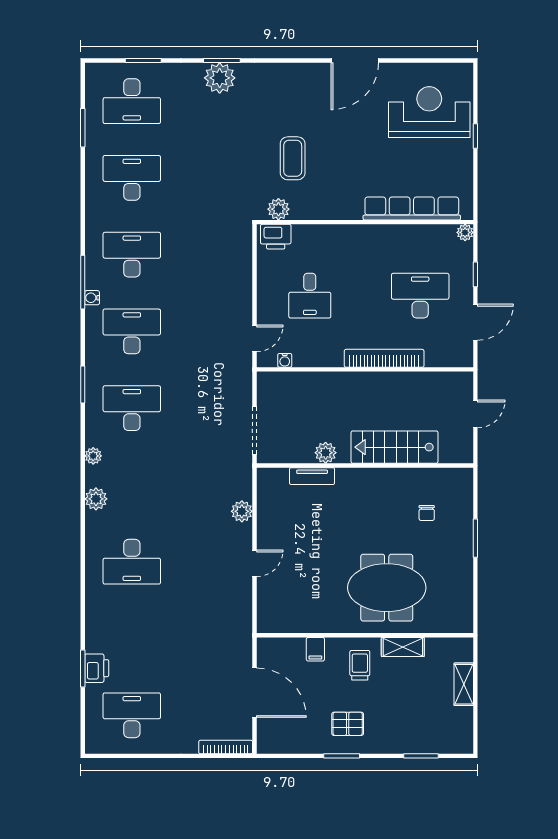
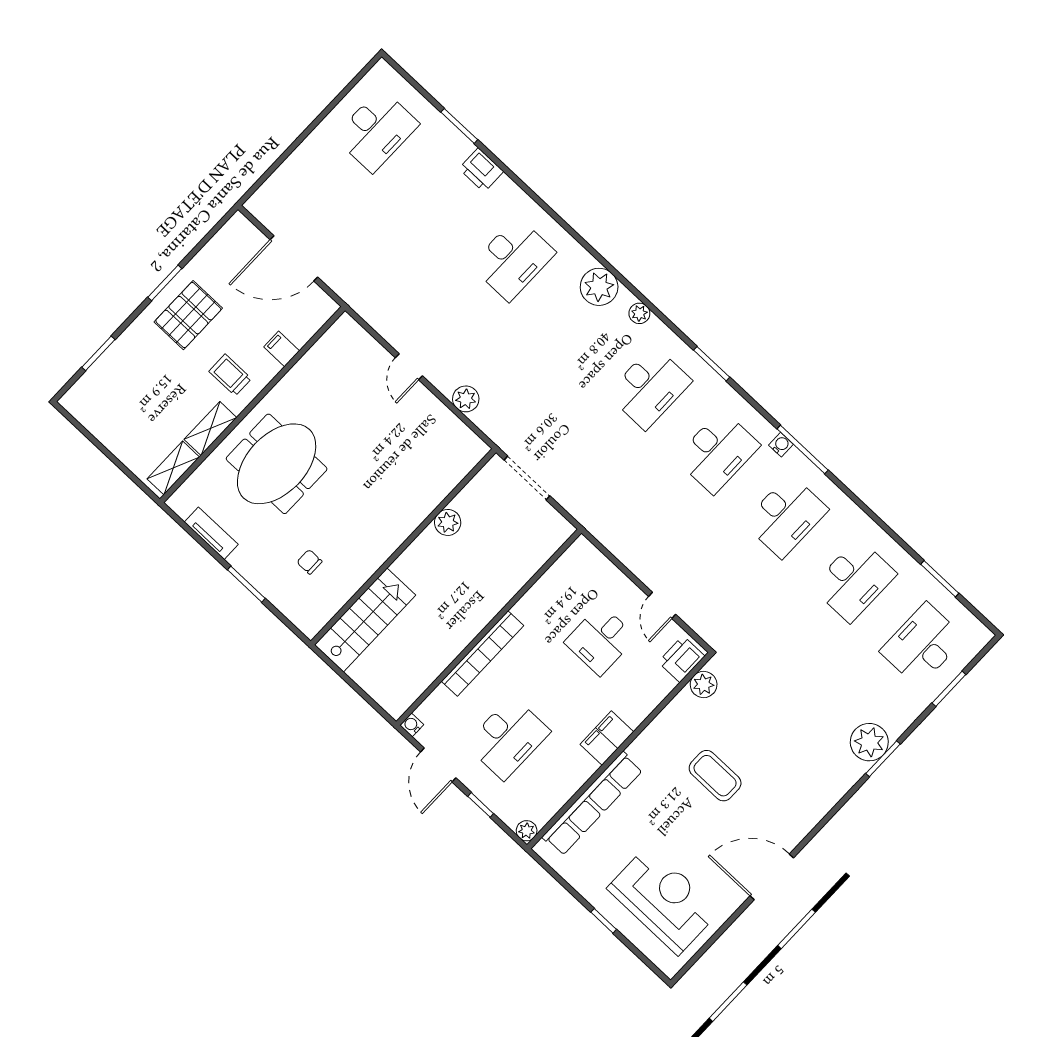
door: (355, 60) -> (772, 877), hinge flipped
reception desk: (429, 112) -> (663, 900), turned -90
coffee table: (293, 158) -> (715, 776), moved
filing cabinet: (365, 237) -> (607, 738), added
desk: (310, 296) -> (600, 640), turned -90
door: (255, 338) -> (662, 605), moved
water cooler: (285, 360) -> (412, 725), moved
door: (475, 414) -> (357, 688), removed
stairs: (394, 447) -> (365, 620), moved
tv unit: (312, 476) -> (211, 533), moved, turned 90
plant: (96, 499) -> (599, 287), width x1.36, depth x1.36
desk: (132, 562) -> (513, 259), turned 180
trolley: (360, 665) -> (230, 375), turned 180
printer: (97, 668) -> (481, 170), moved
shelving: (464, 684) -> (173, 468), moved, turned 90
pallet: (348, 724) -> (188, 315), width x1.50, depth x1.42
bookcase: (226, 747) -> (270, 187), removed

